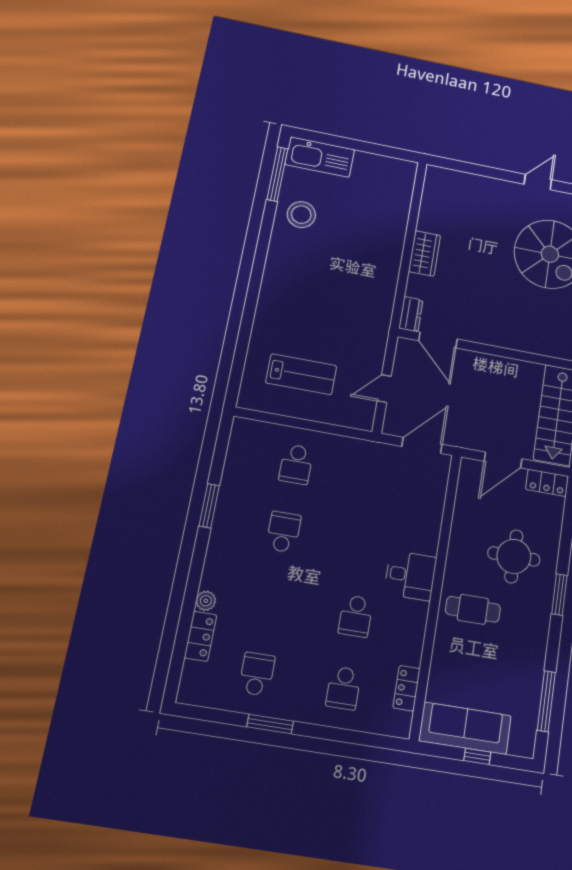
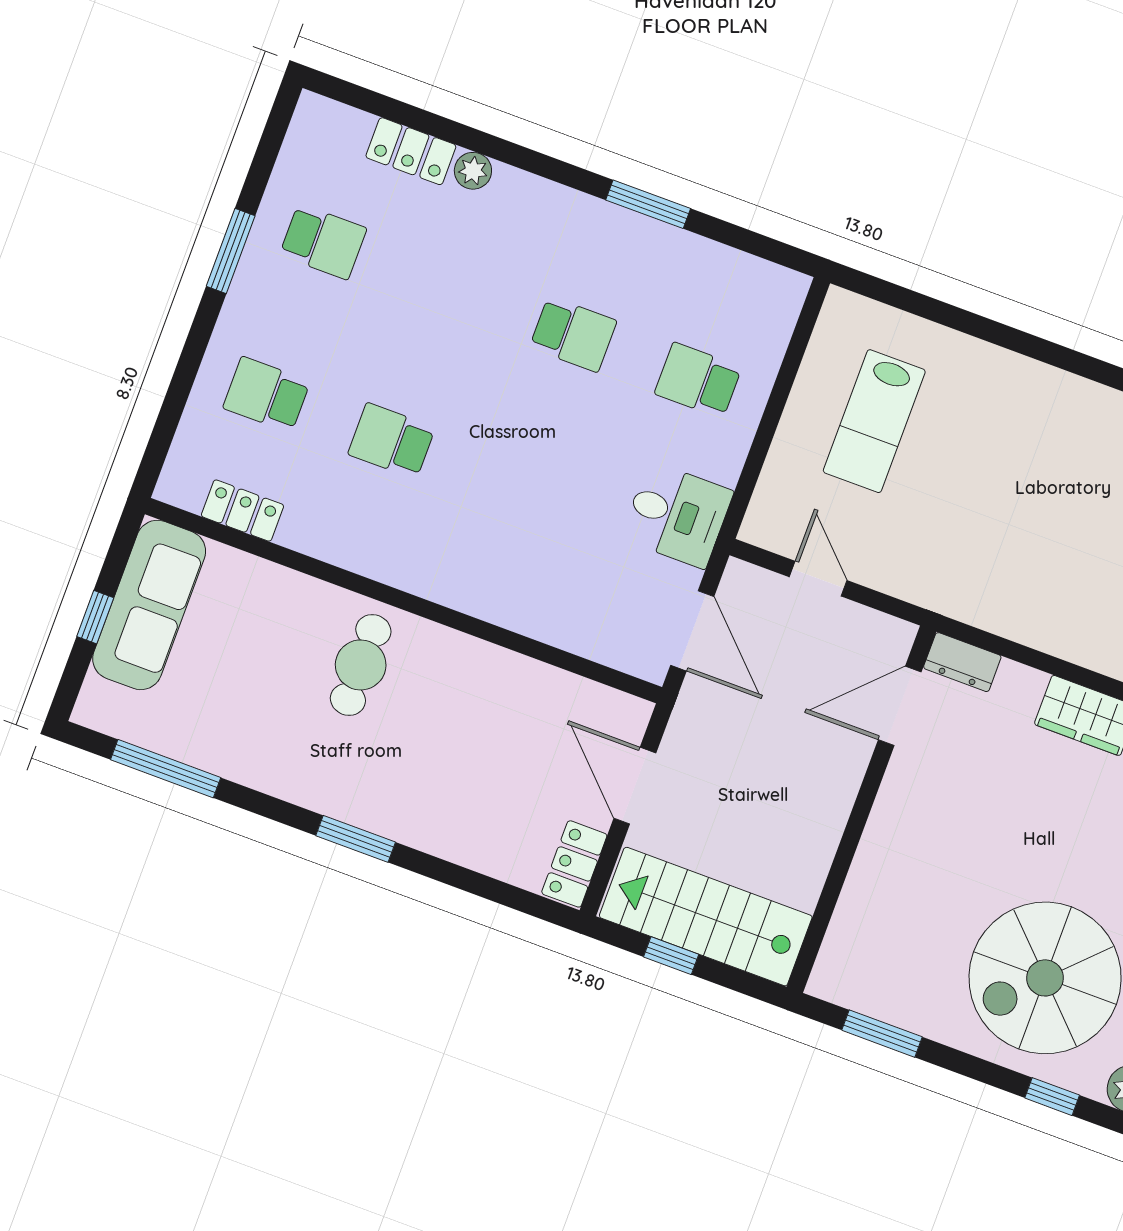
round table: (514, 556) -> (445, 766), removed
desk: (410, 575) -> (677, 515), moved, turned -90

